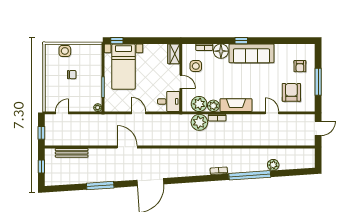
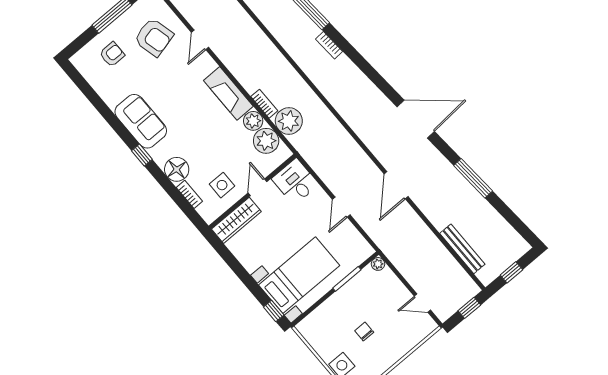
sofa: (252, 53) -> (141, 121), width x0.73
wardrobe: (174, 54) -> (236, 220), width x1.50
armchair: (291, 92) -> (154, 37), turned -104

